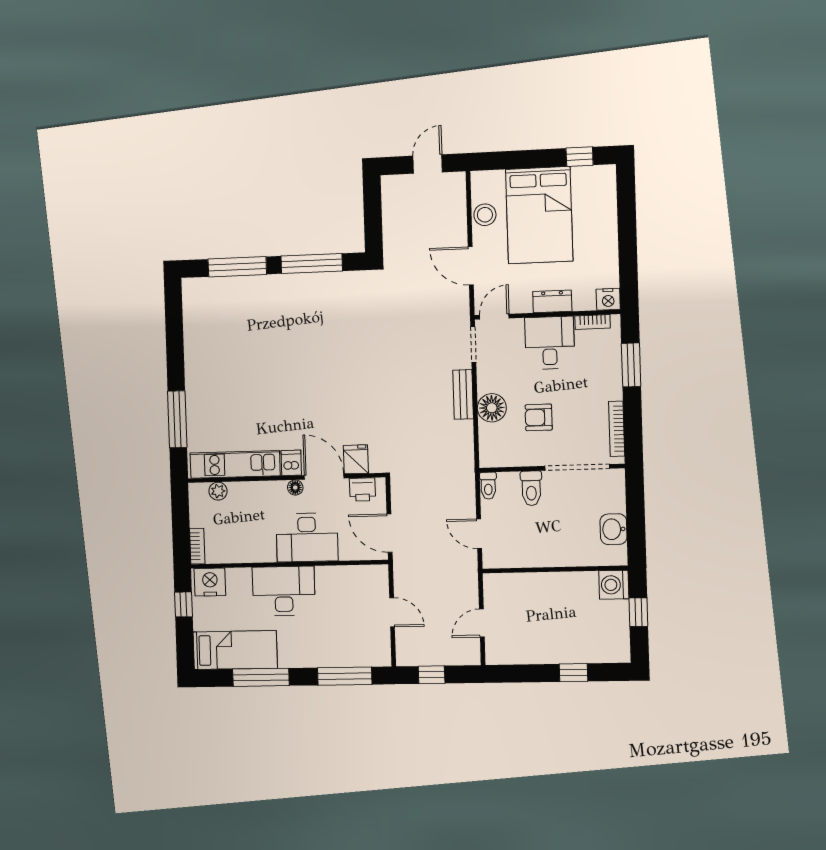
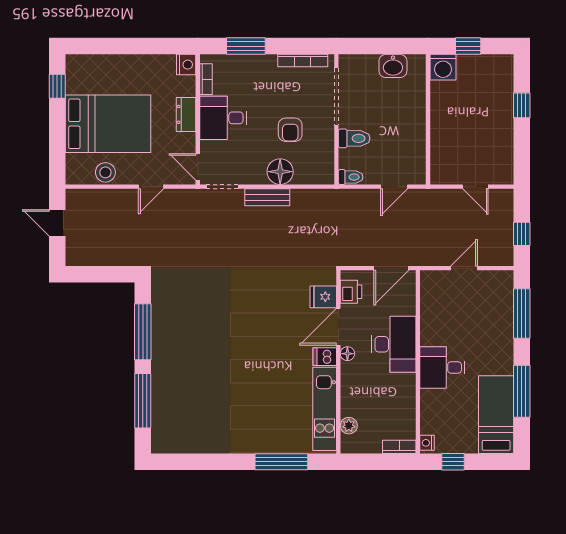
door: (471, 266) -> (151, 187), width x0.73
nightstand: (210, 582) -> (427, 443), width x0.53, depth x0.56
desk: (284, 591) -> (442, 367), width x0.73

